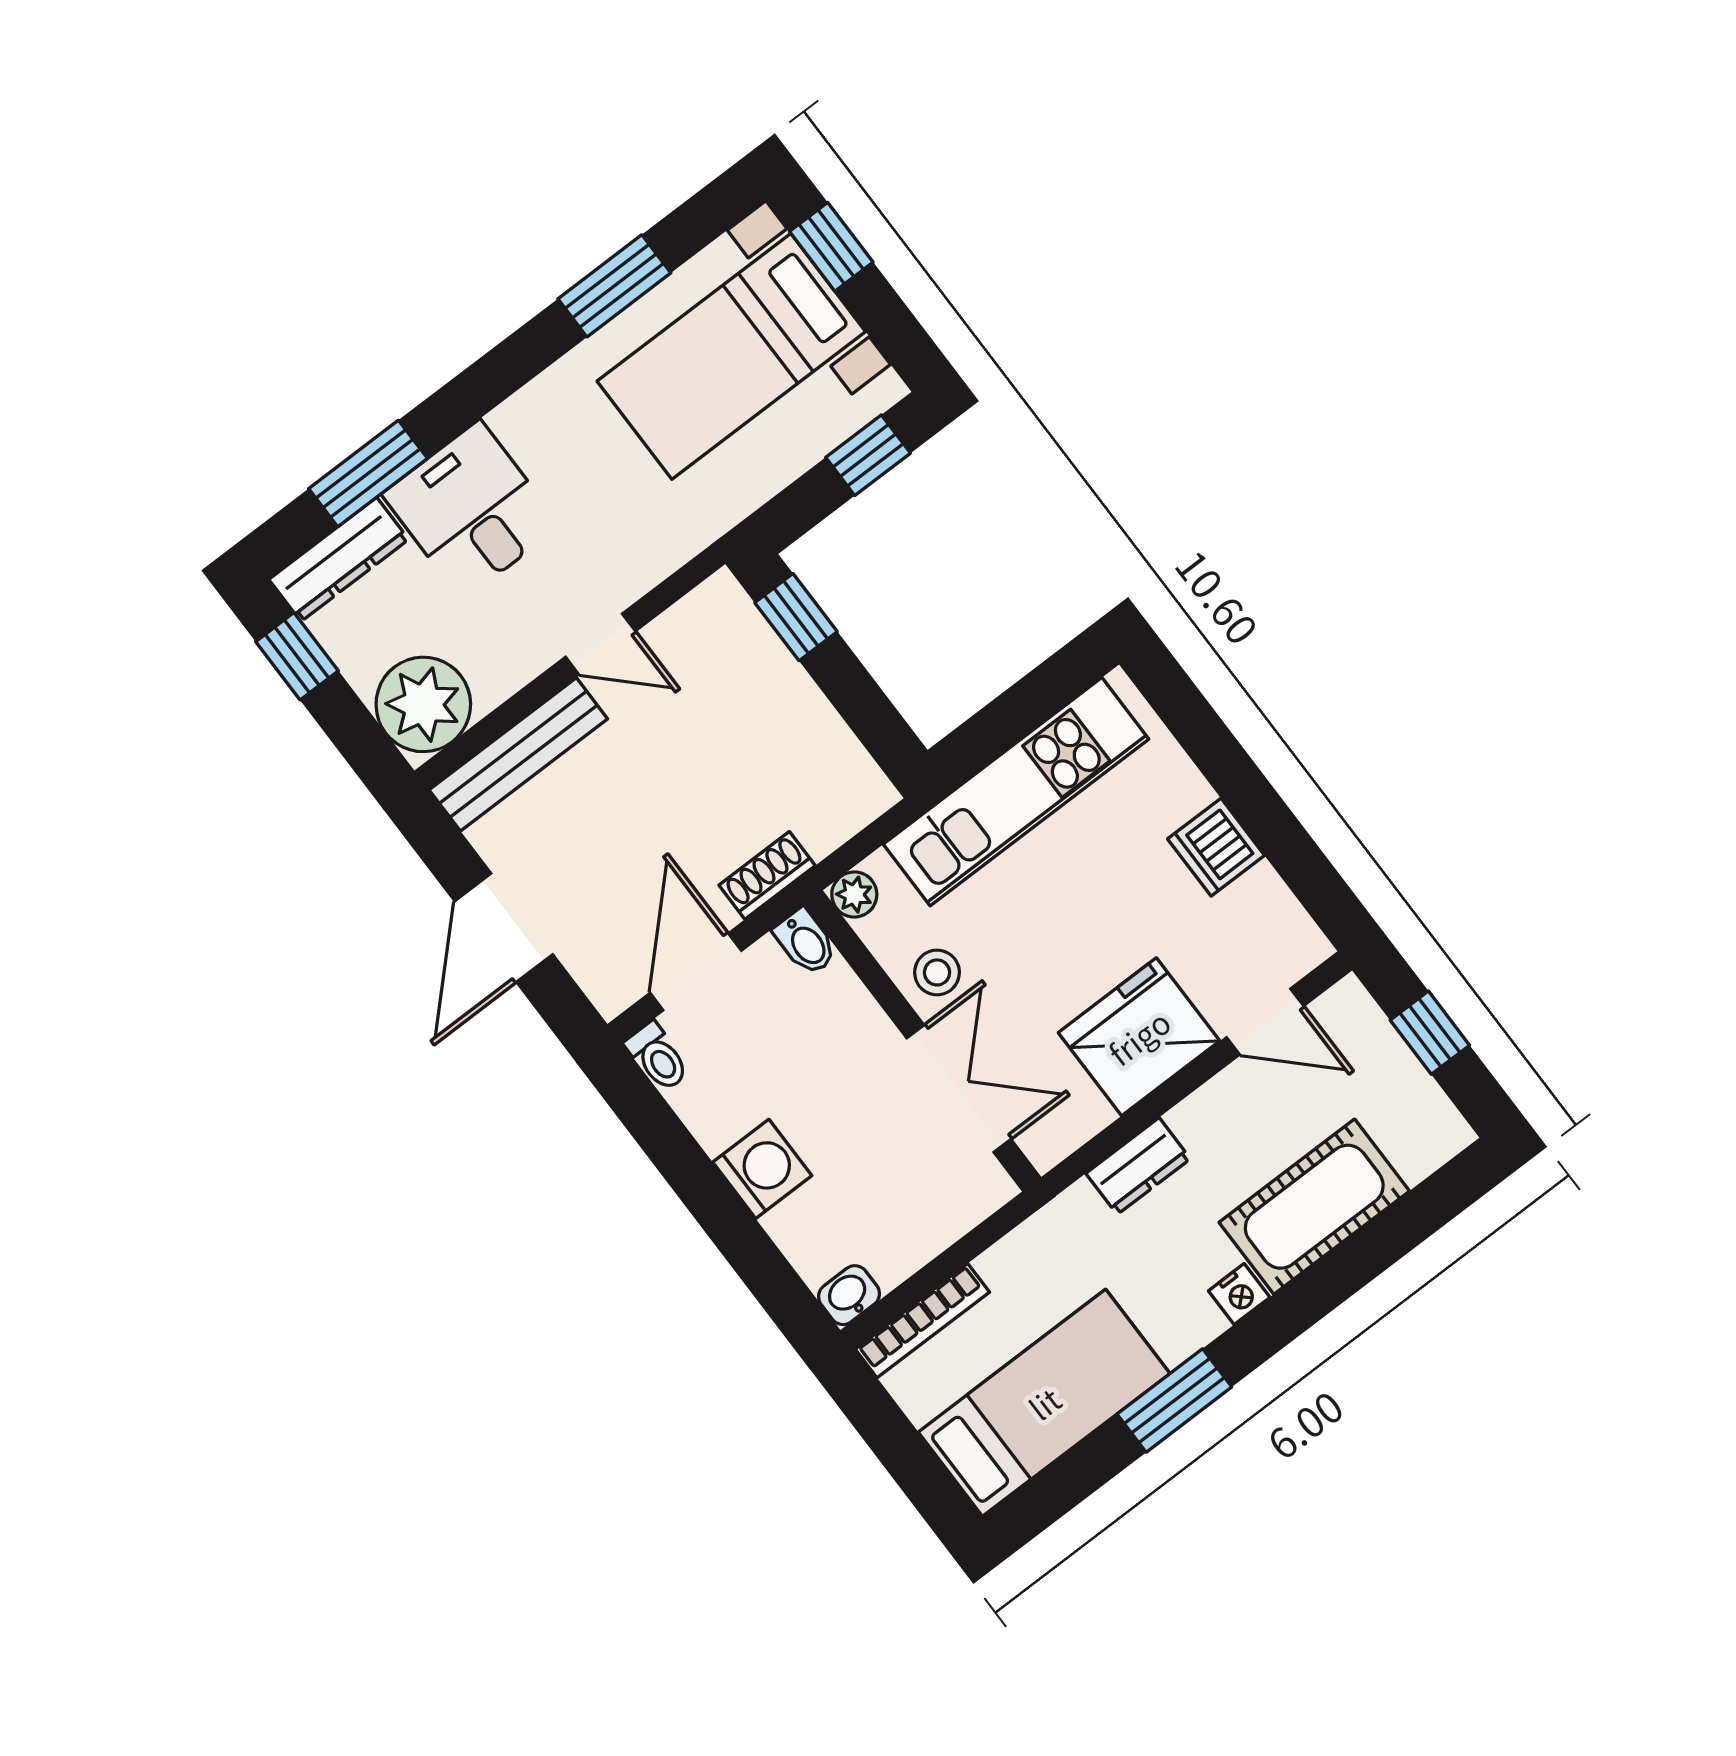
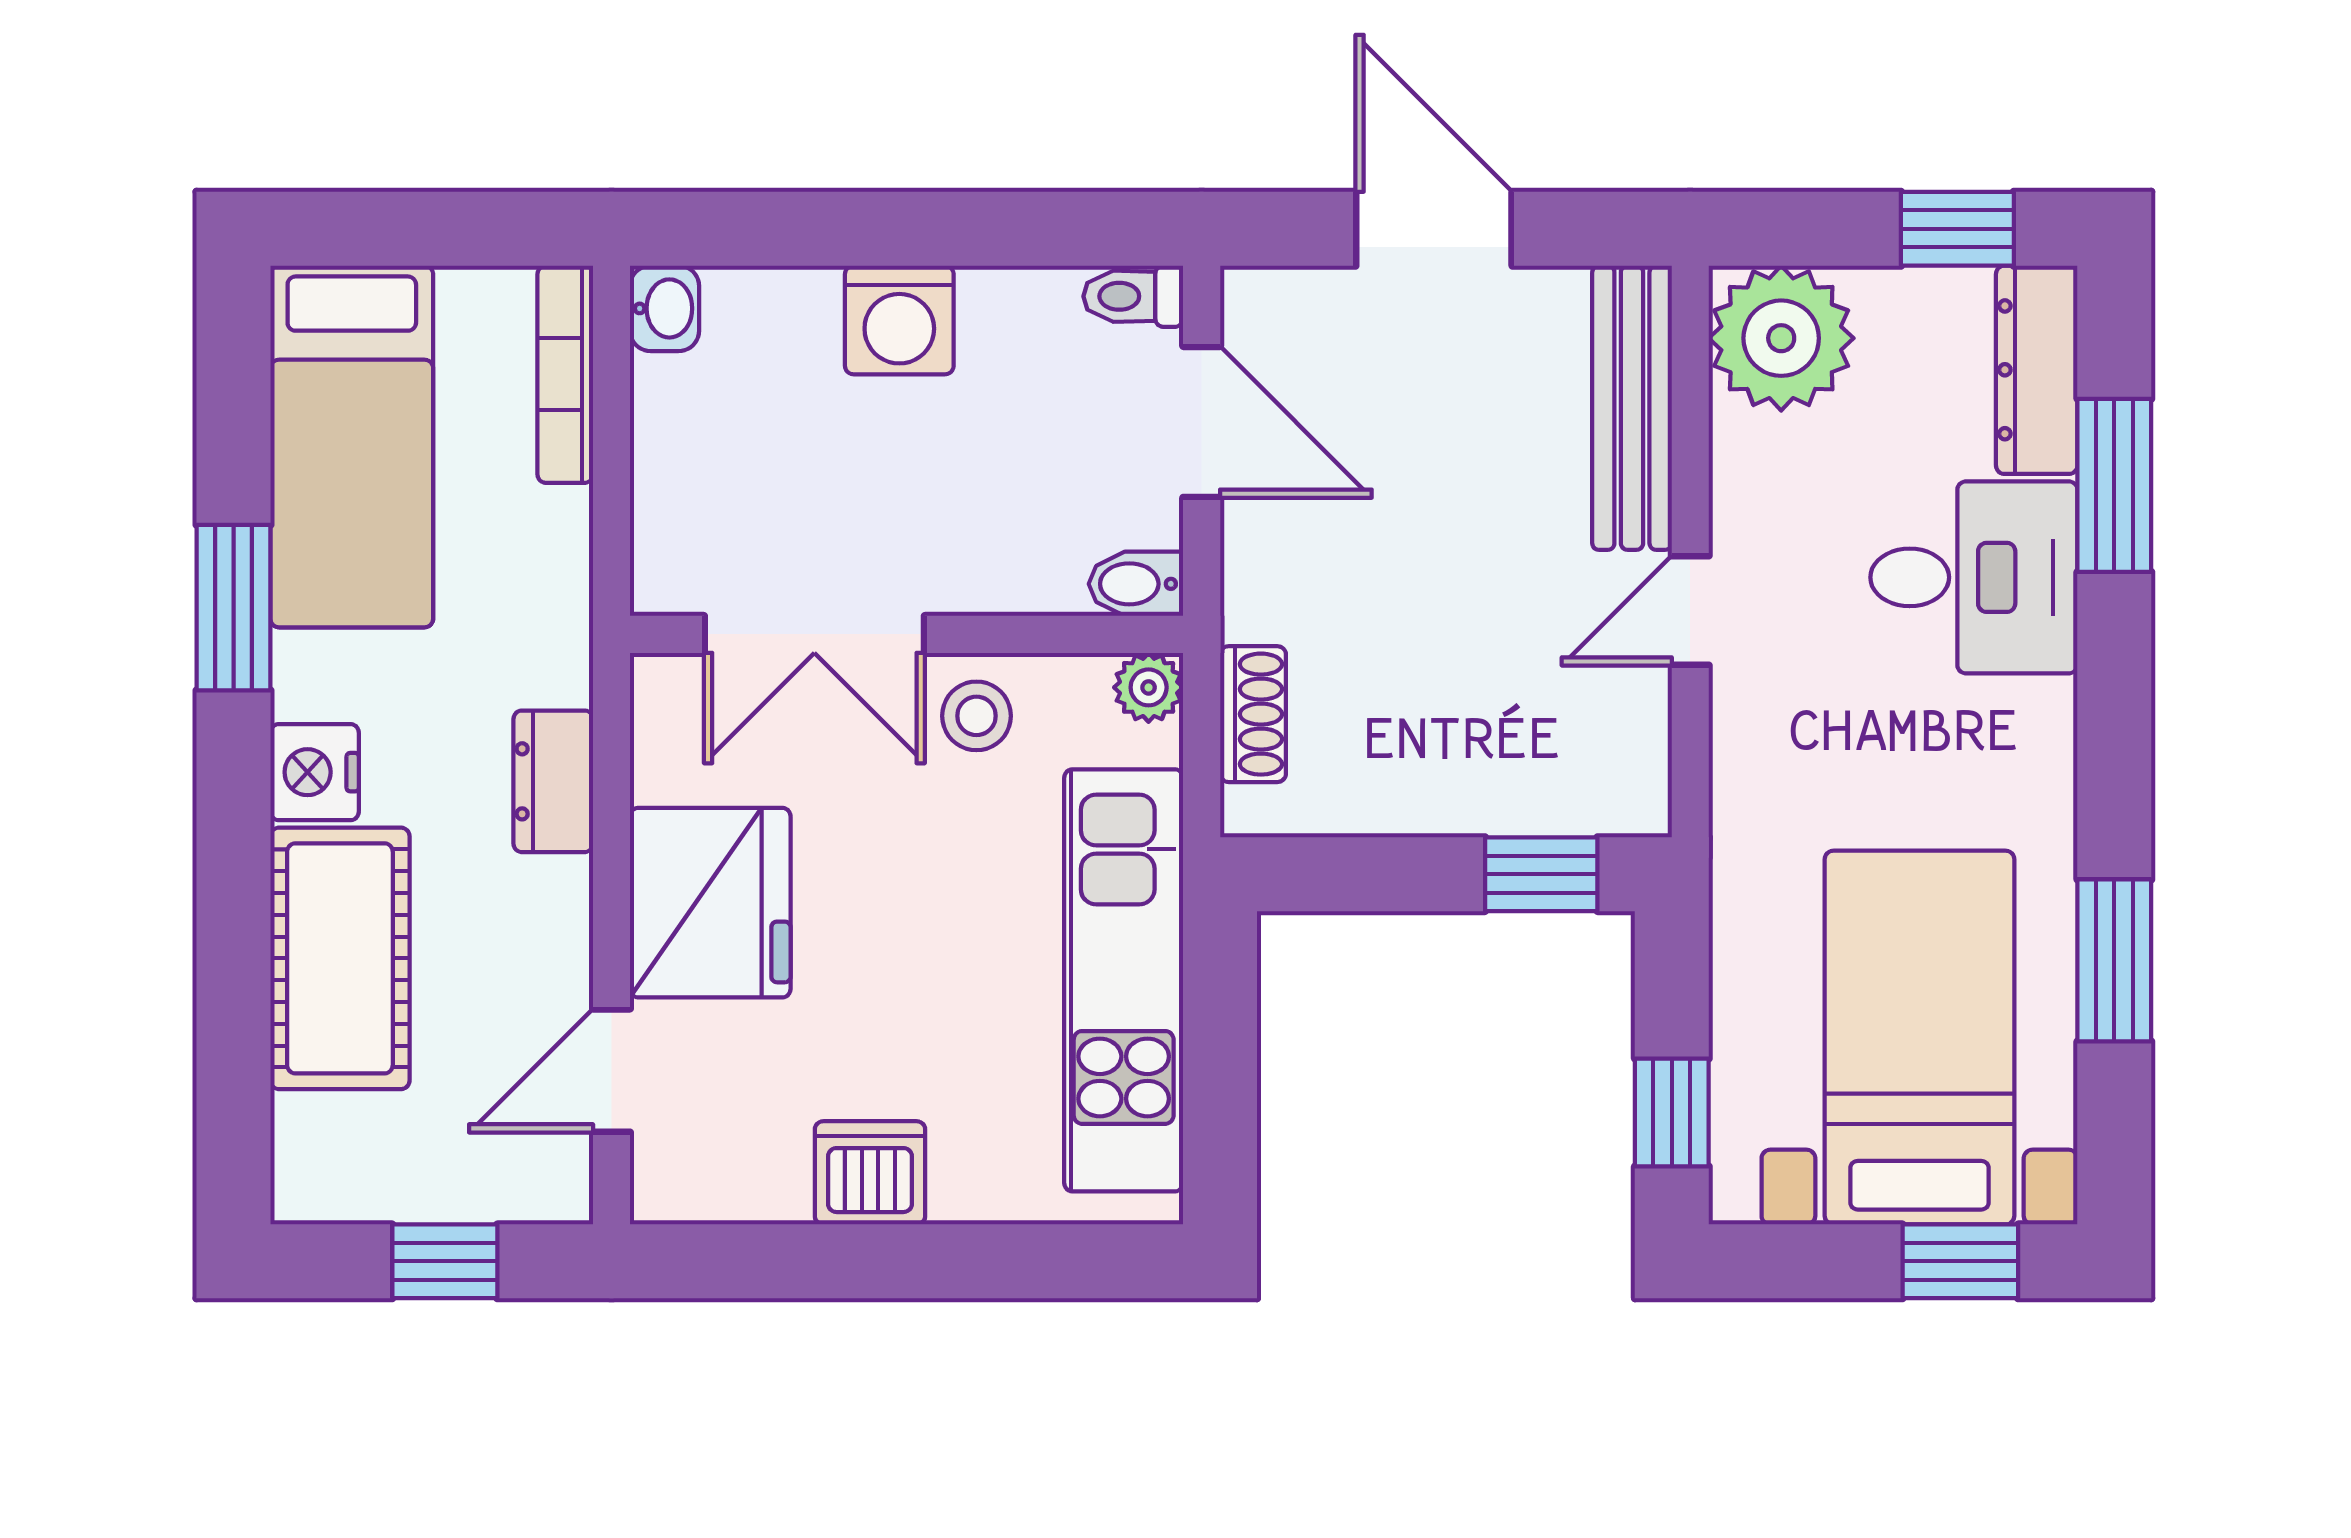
shoe rack: (767, 875) -> (1253, 714), moved
nightstand: (1239, 1294) -> (315, 772), width x1.39, depth x1.35

